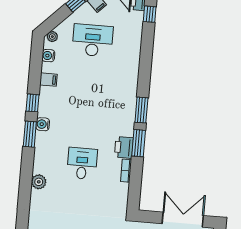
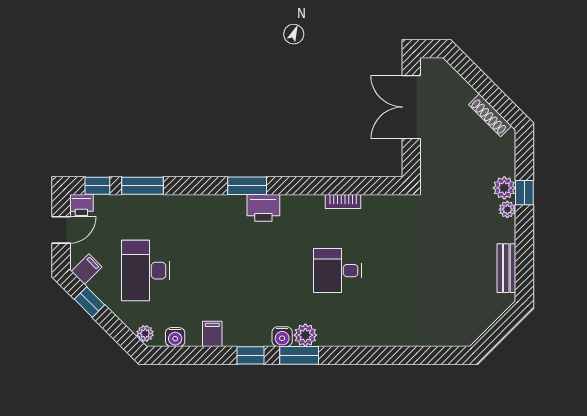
window: (139, 143) -> (143, 186), moved
printer: (124, 147) -> (263, 208), moved
plant: (39, 182) -> (305, 335), moved

